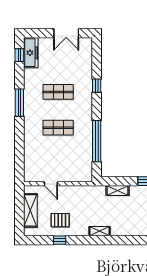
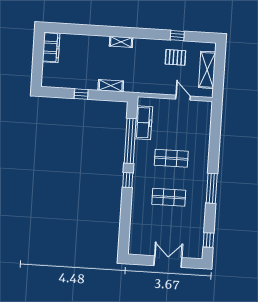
double door: (66, 33) -> (168, 262), moved
freezer: (31, 53) -> (144, 123), moved, turned 180
window: (97, 86) -> (128, 180), moved
shelving: (100, 231) -> (121, 42), moved

